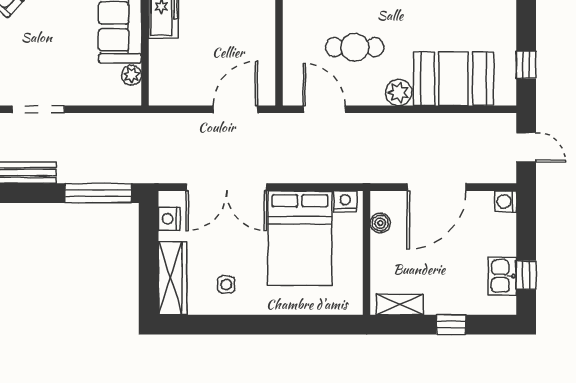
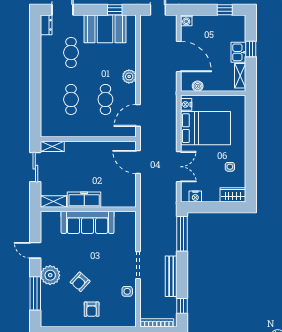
plant: (132, 75) -> (120, 216), removed
booth: (454, 79) -> (105, 29), moved, turned 90
double door: (226, 187) -> (179, 167), width x0.73
kitchen sink: (502, 276) -> (238, 52), moved, turned 90
wardrobe: (173, 278) -> (233, 195), width x0.67

